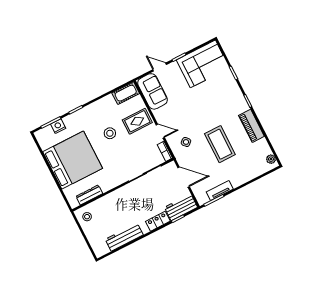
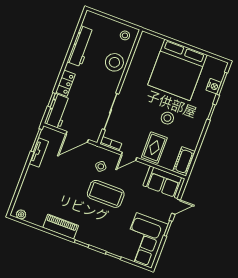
coffee table: (220, 144) -> (106, 194), moved
dresser: (89, 195) -> (139, 54), removed
stool: (111, 205) -> (114, 62), added

